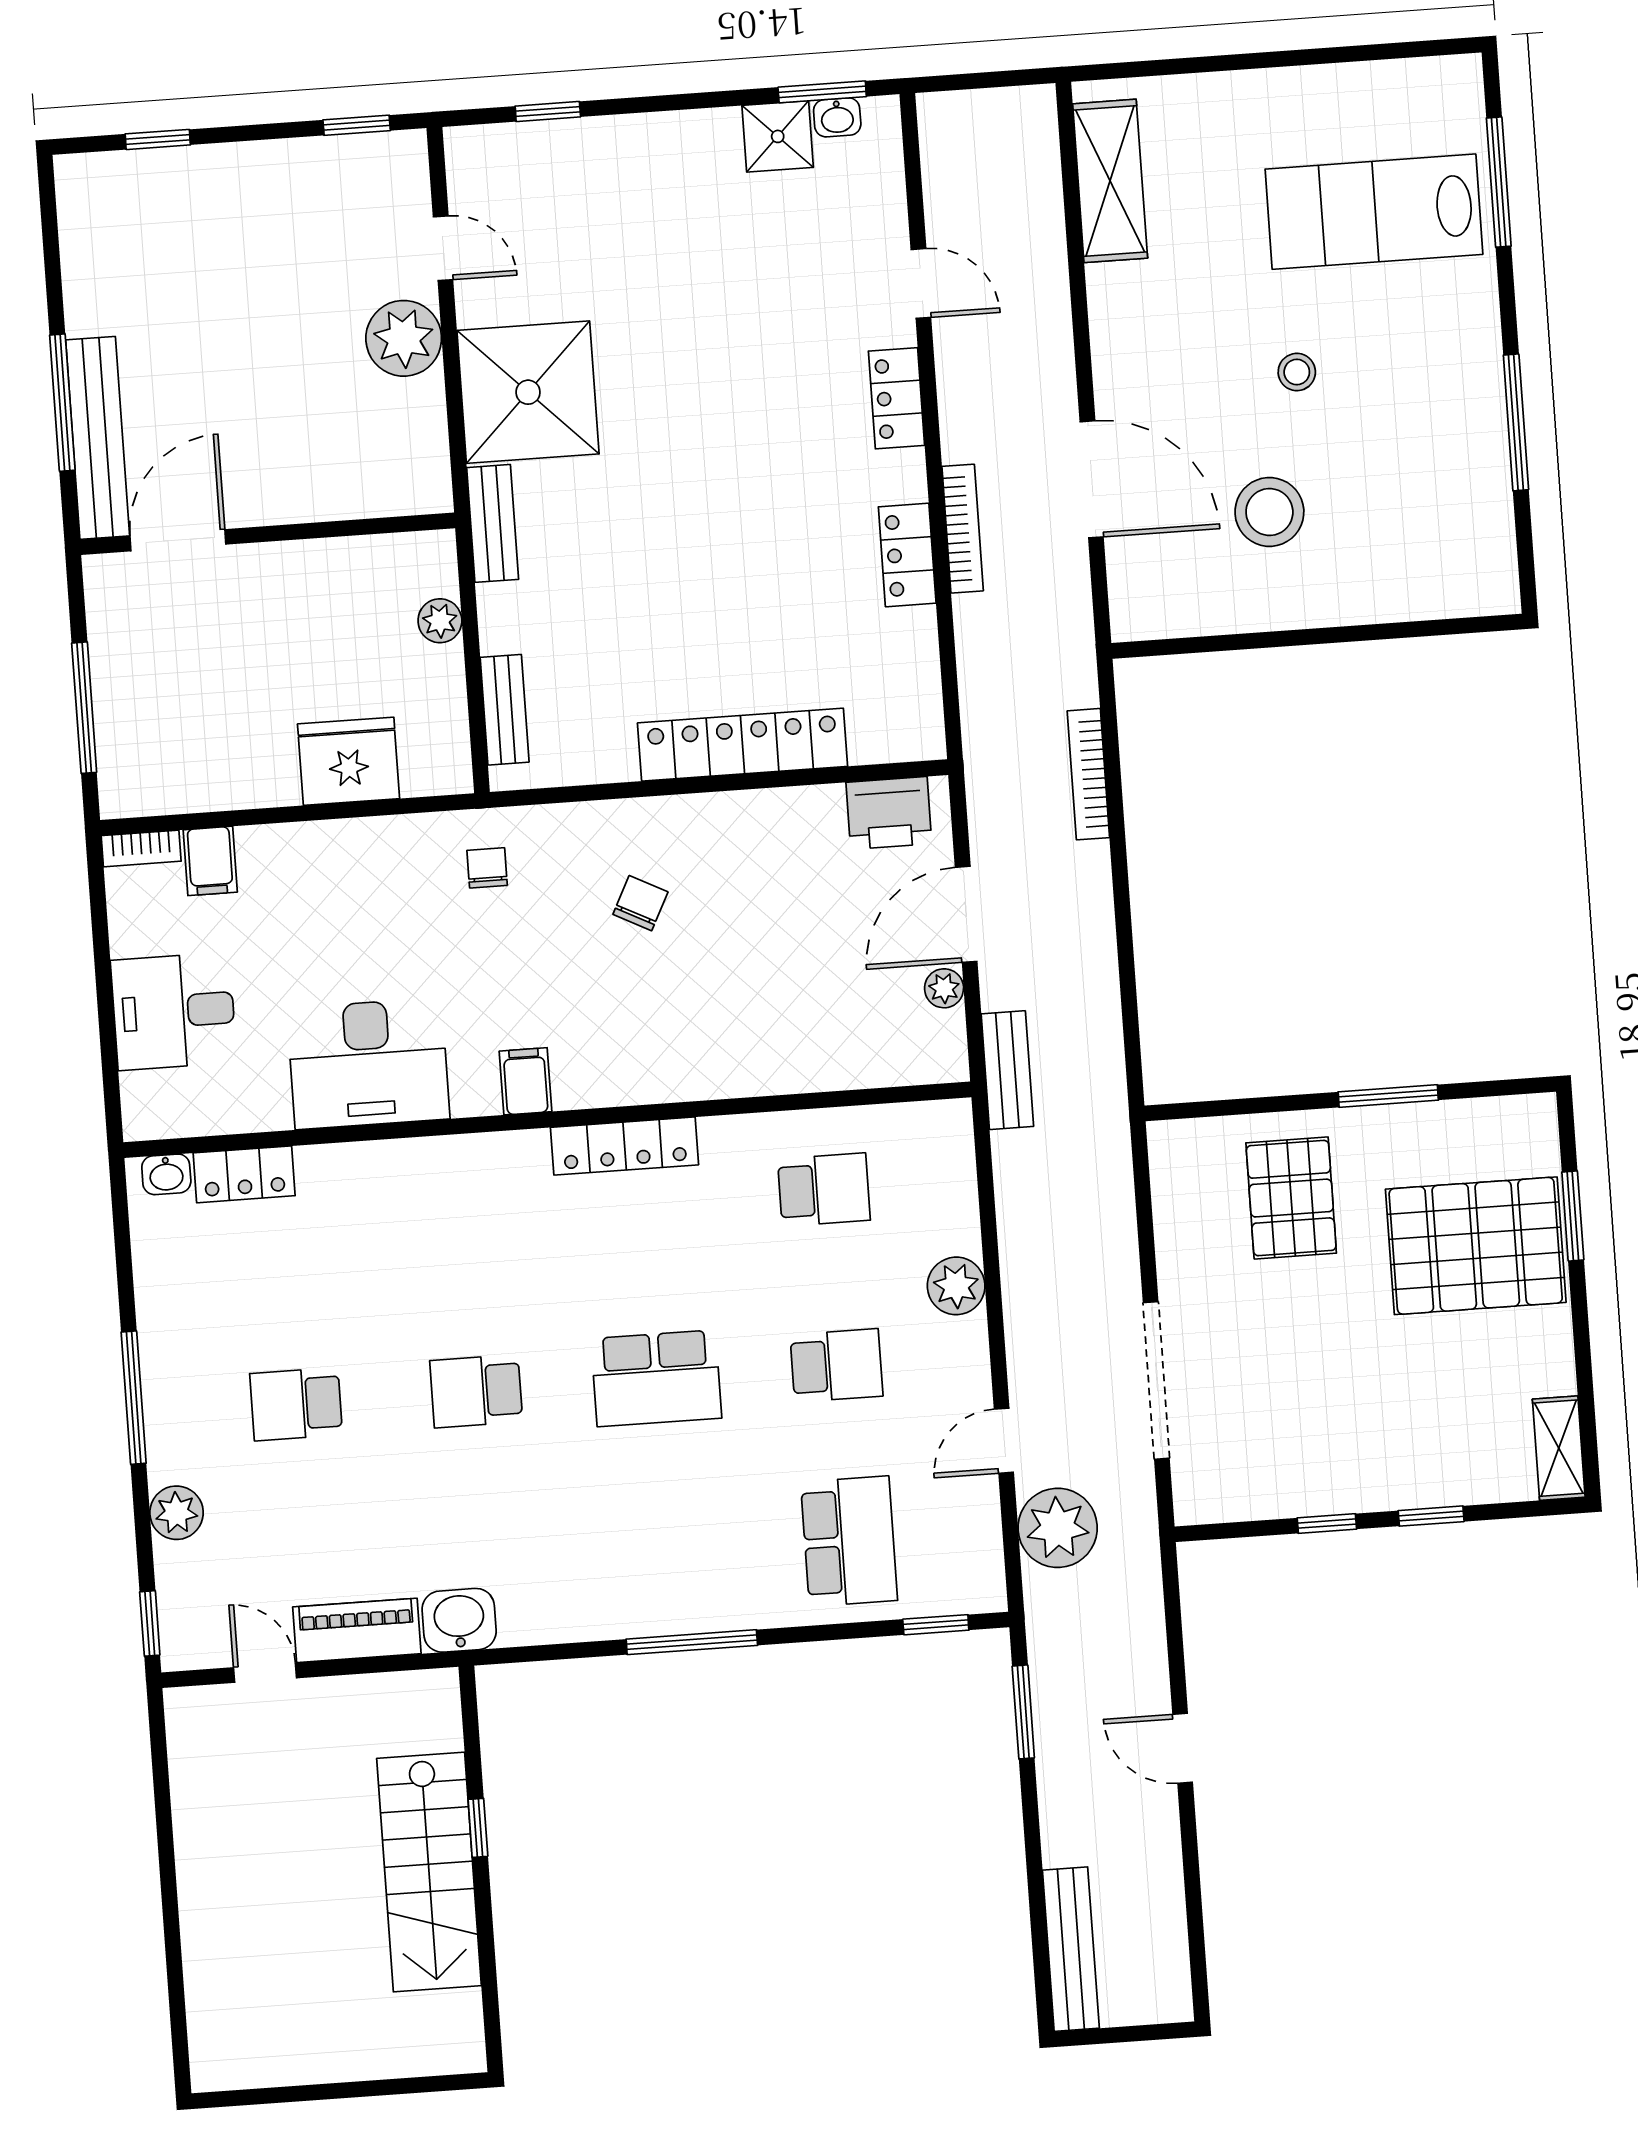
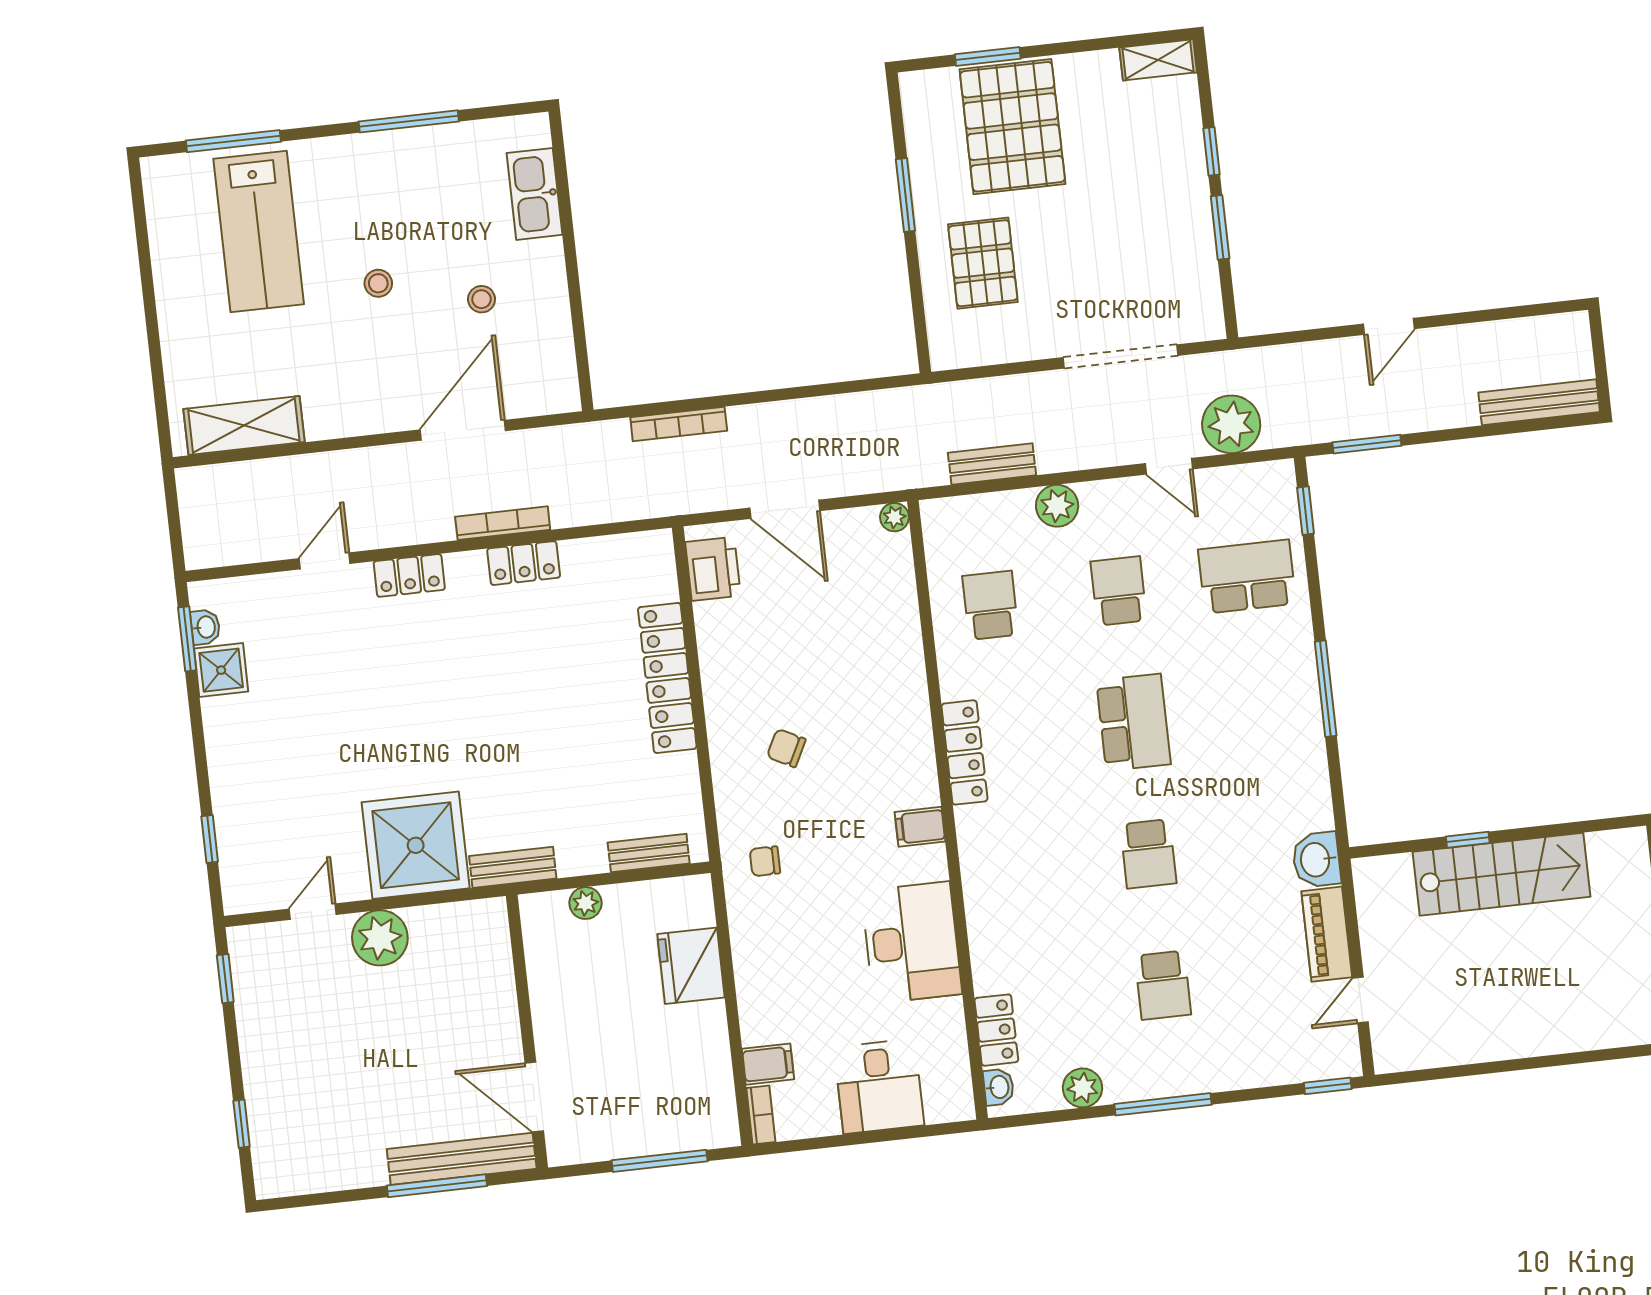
stool: (1269, 512) -> (481, 299), width x0.53, depth x0.53
kitchen sink: (1410, 590) -> (534, 194), added
plant: (944, 988) -> (895, 517), moved
bench: (1007, 1070) -> (992, 464), moved
pallet: (1291, 1198) -> (983, 263), turned 90
plant: (177, 1513) -> (1082, 1088), moved
window: (1327, 1524) -> (1220, 227), width x1.50

